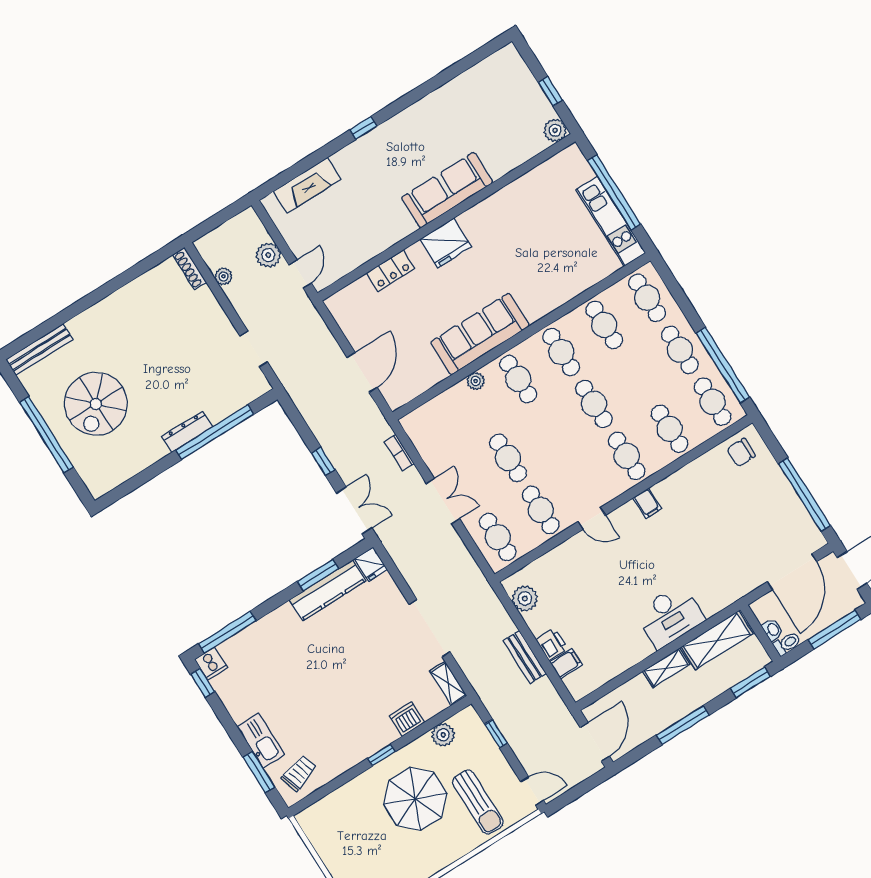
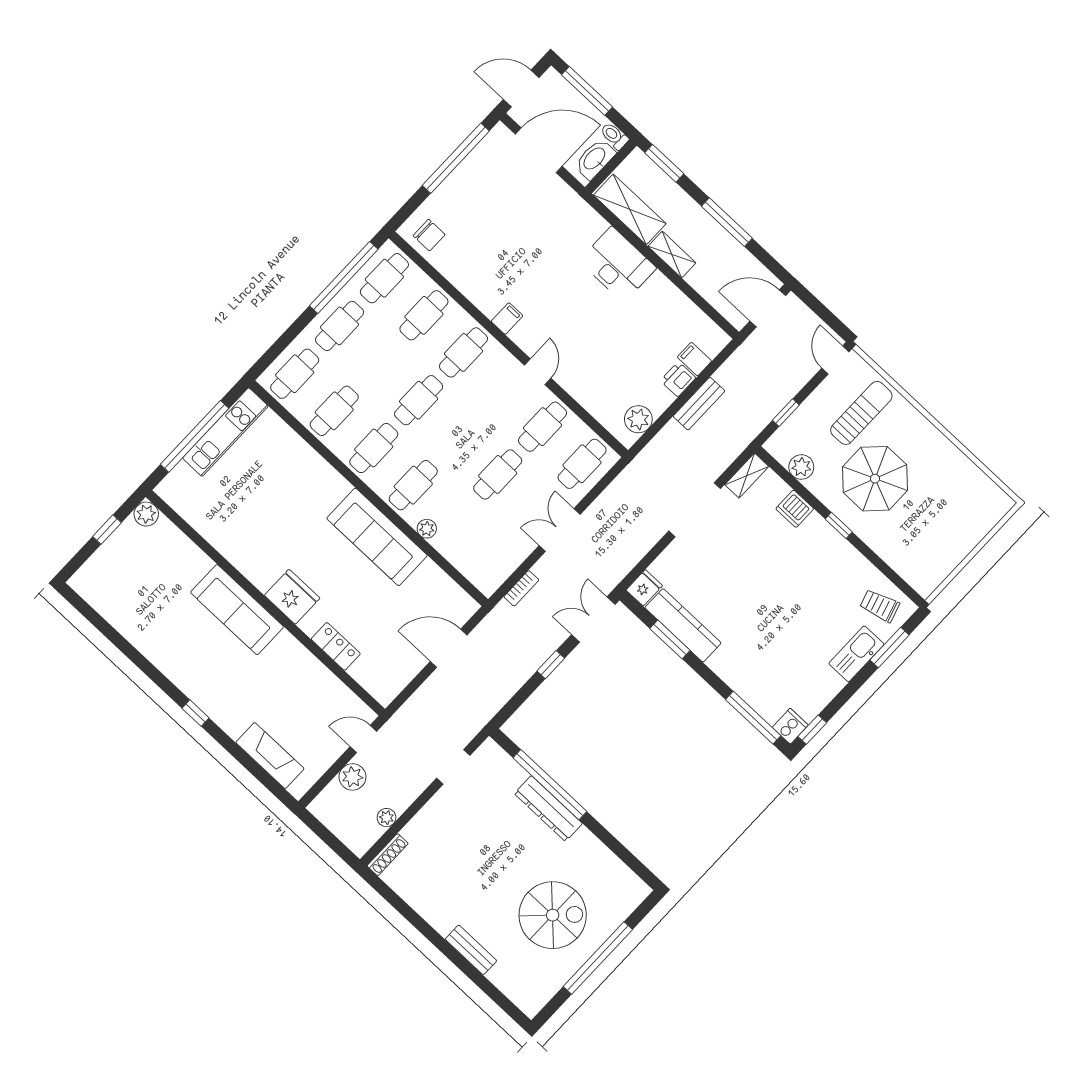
bench: (40, 349) -> (471, 950), moved, width x0.73
dresser: (187, 432) -> (548, 808), width x1.37, depth x1.24
washbasin: (773, 630) -> (595, 159), width x1.91, depth x1.45

